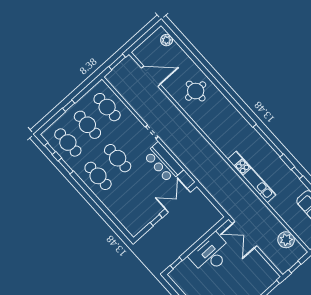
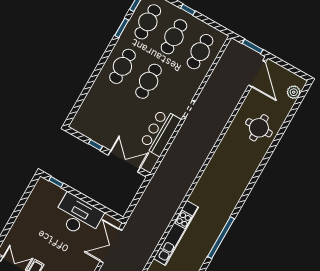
door: (151, 76) -> (257, 74), moved
round table: (196, 91) -> (259, 128), moved

